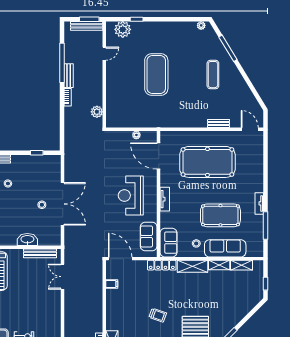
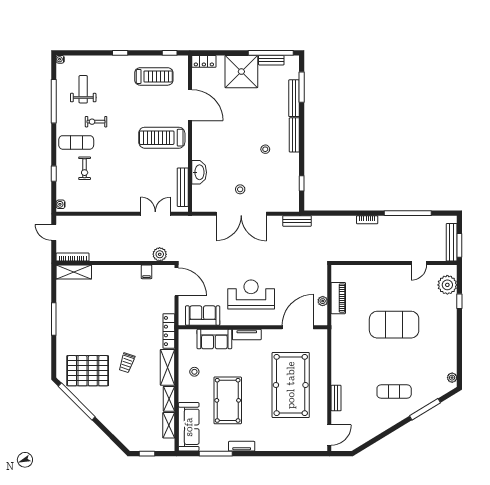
door: (104, 54) -> (419, 263), hinge flipped
bench: (69, 76) -> (297, 221), moved
plant: (97, 112) -> (160, 254), moved
piano: (134, 122) -> (338, 298), added
sofa: (169, 243) -> (214, 339), moved
sofa: (225, 248) -> (189, 427), moved
door: (120, 259) -> (176, 282), hinge flipped
trolley: (158, 315) -> (127, 363), moved

